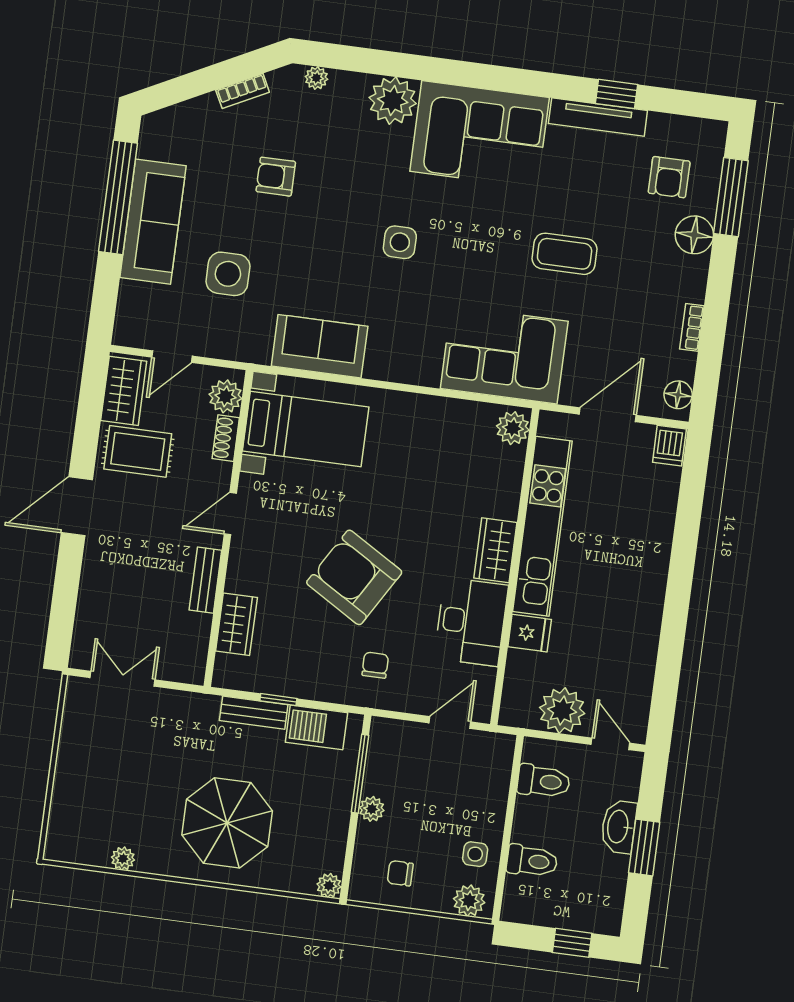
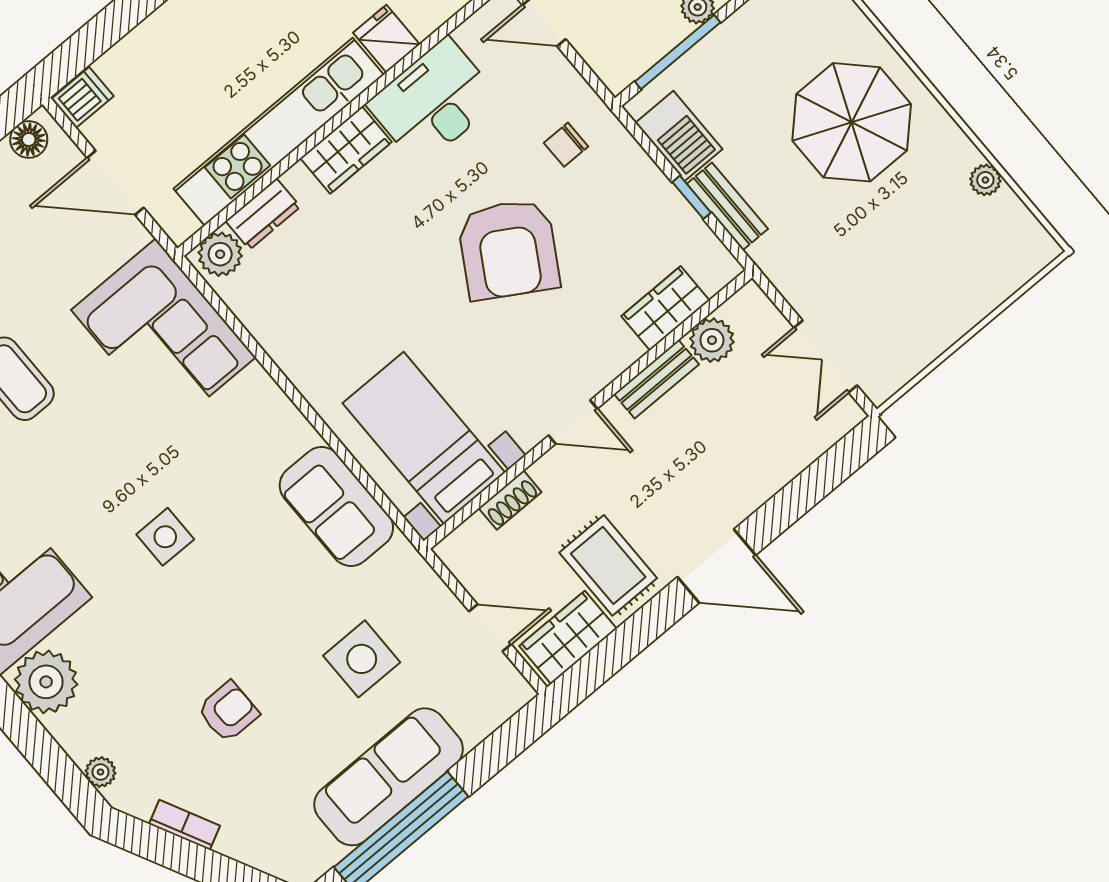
armchair: (276, 177) -> (228, 712), turned -90
plant: (225, 396) -> (712, 340), moved
dresser: (509, 472) -> (263, 214), added

